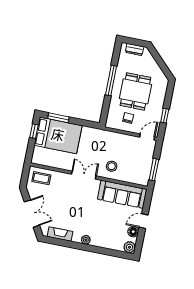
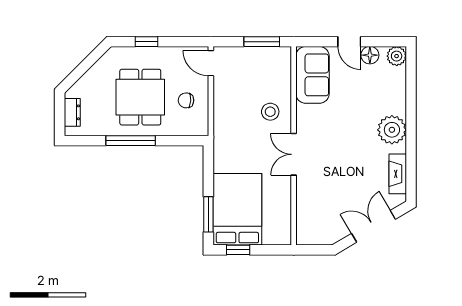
dining table: (135, 91) -> (140, 97), turned 90
window: (165, 116) -> (147, 42), moved
coffee table: (41, 178) -> (313, 223), removed
sofa: (122, 194) -> (313, 75), width x0.73
plant: (86, 240) -> (392, 130), width x1.87, depth x1.87

